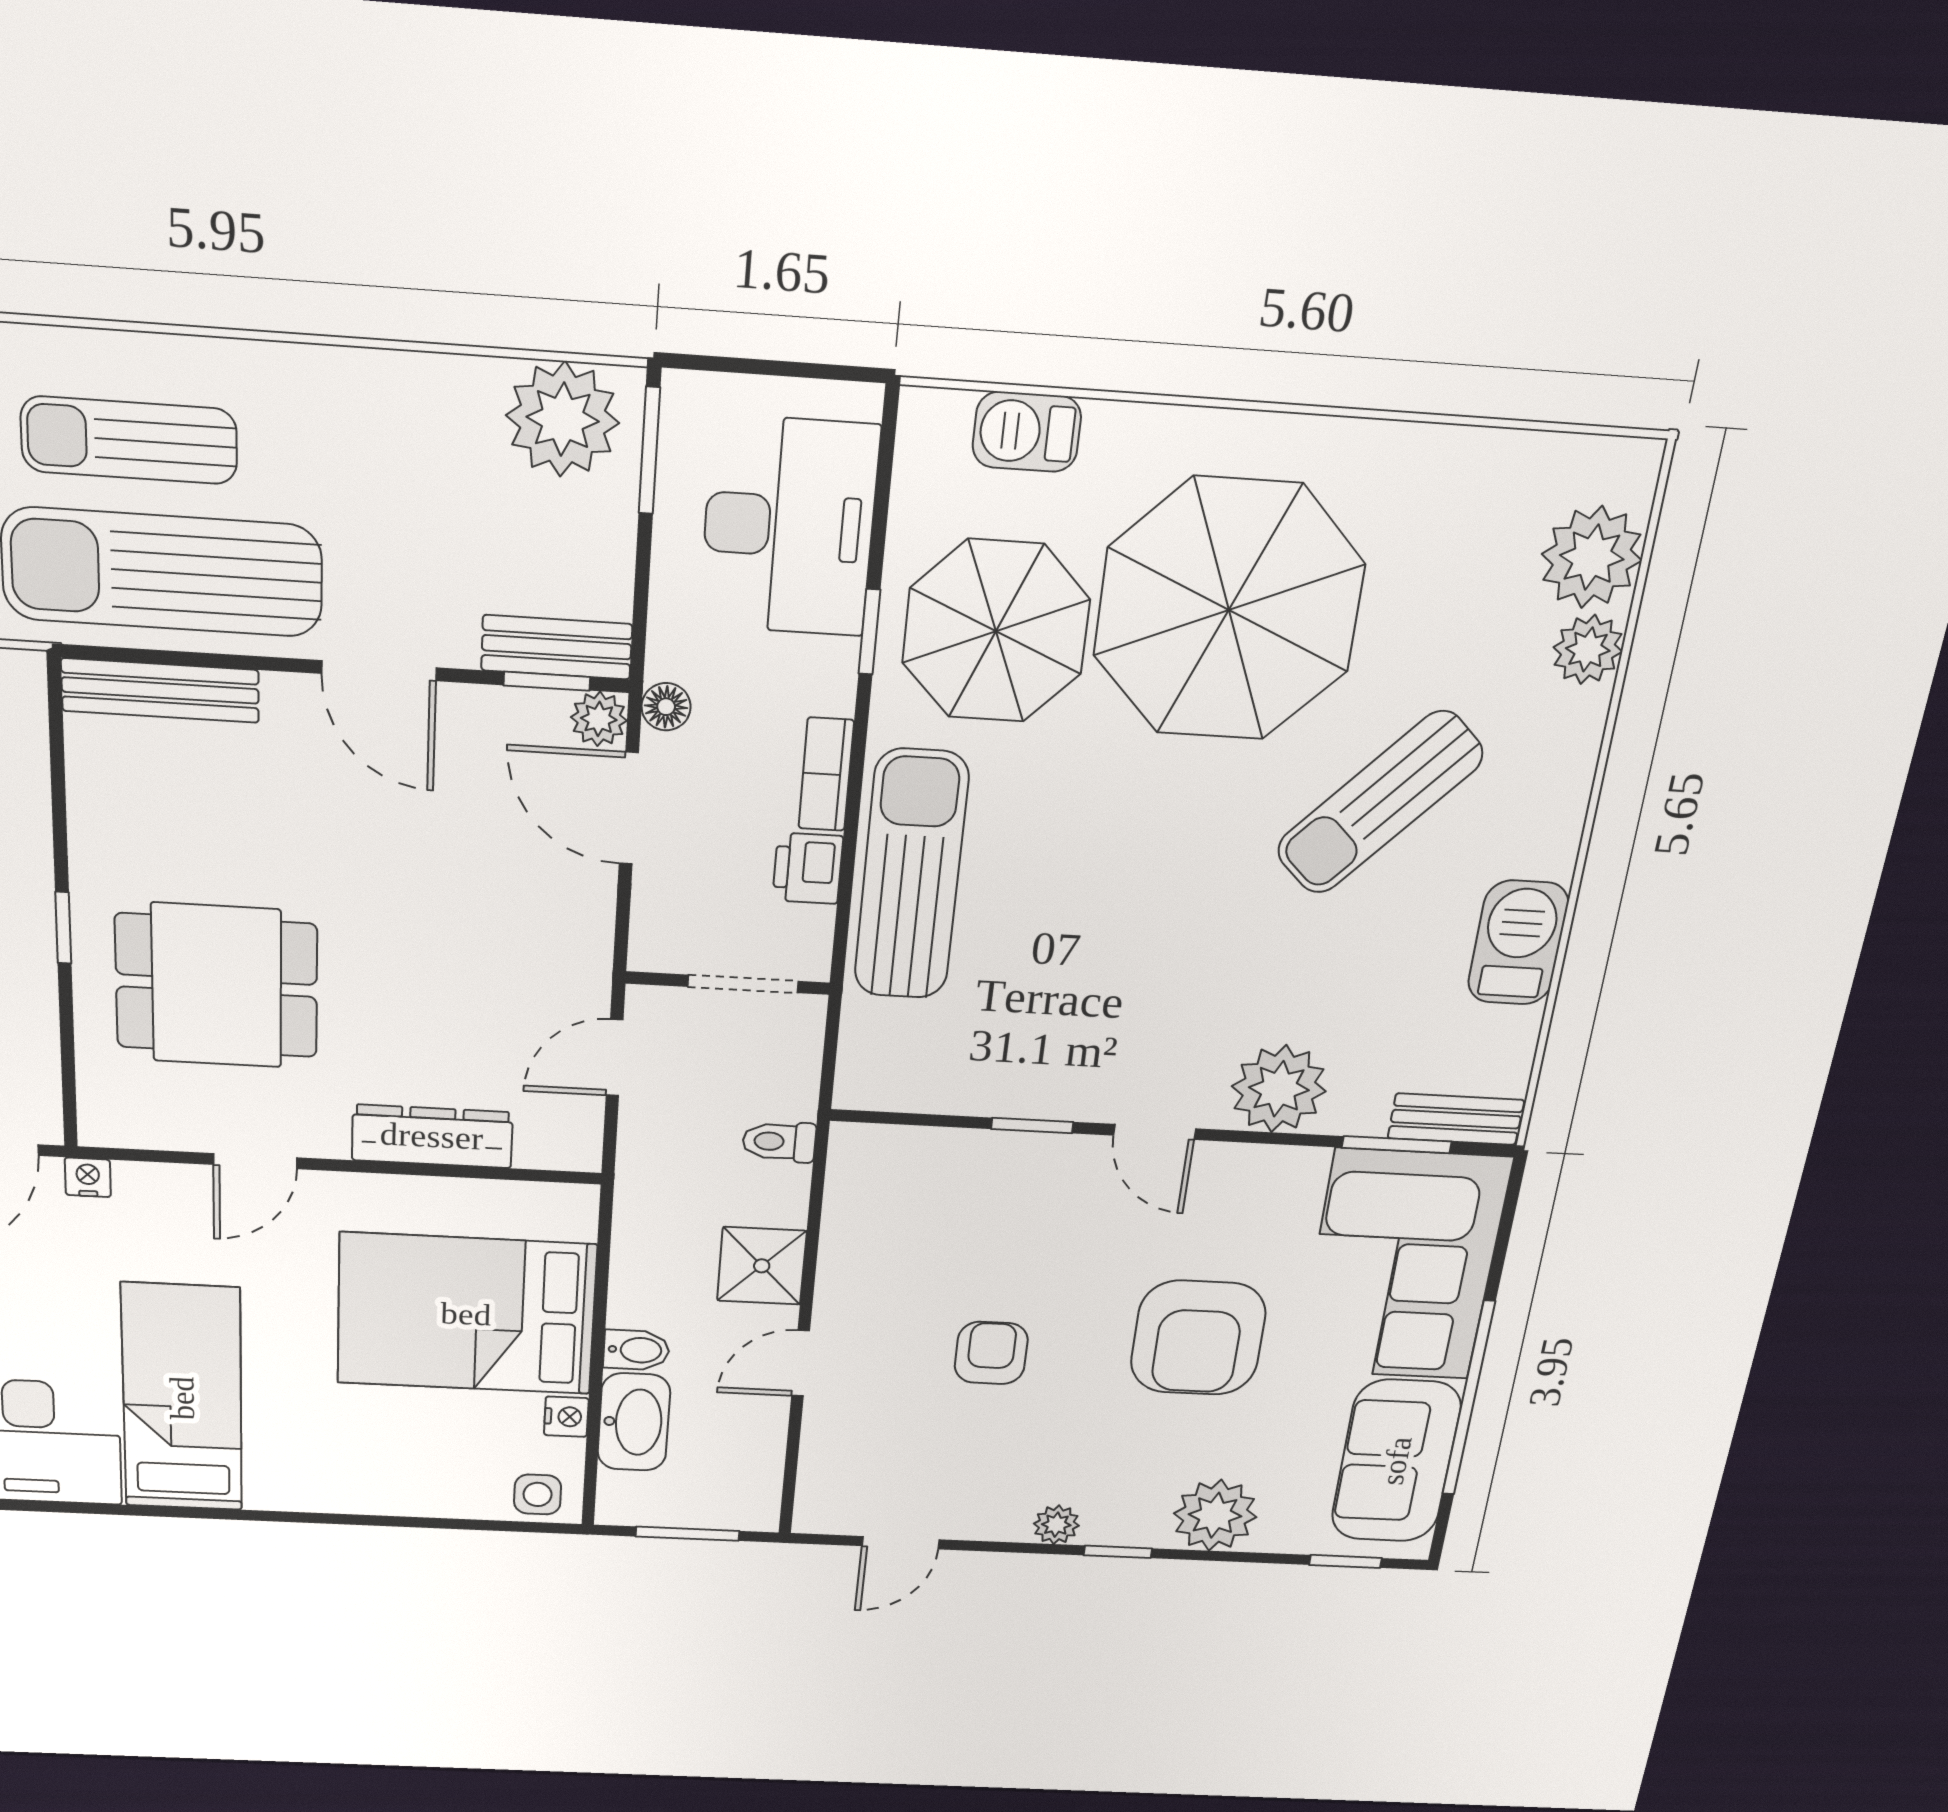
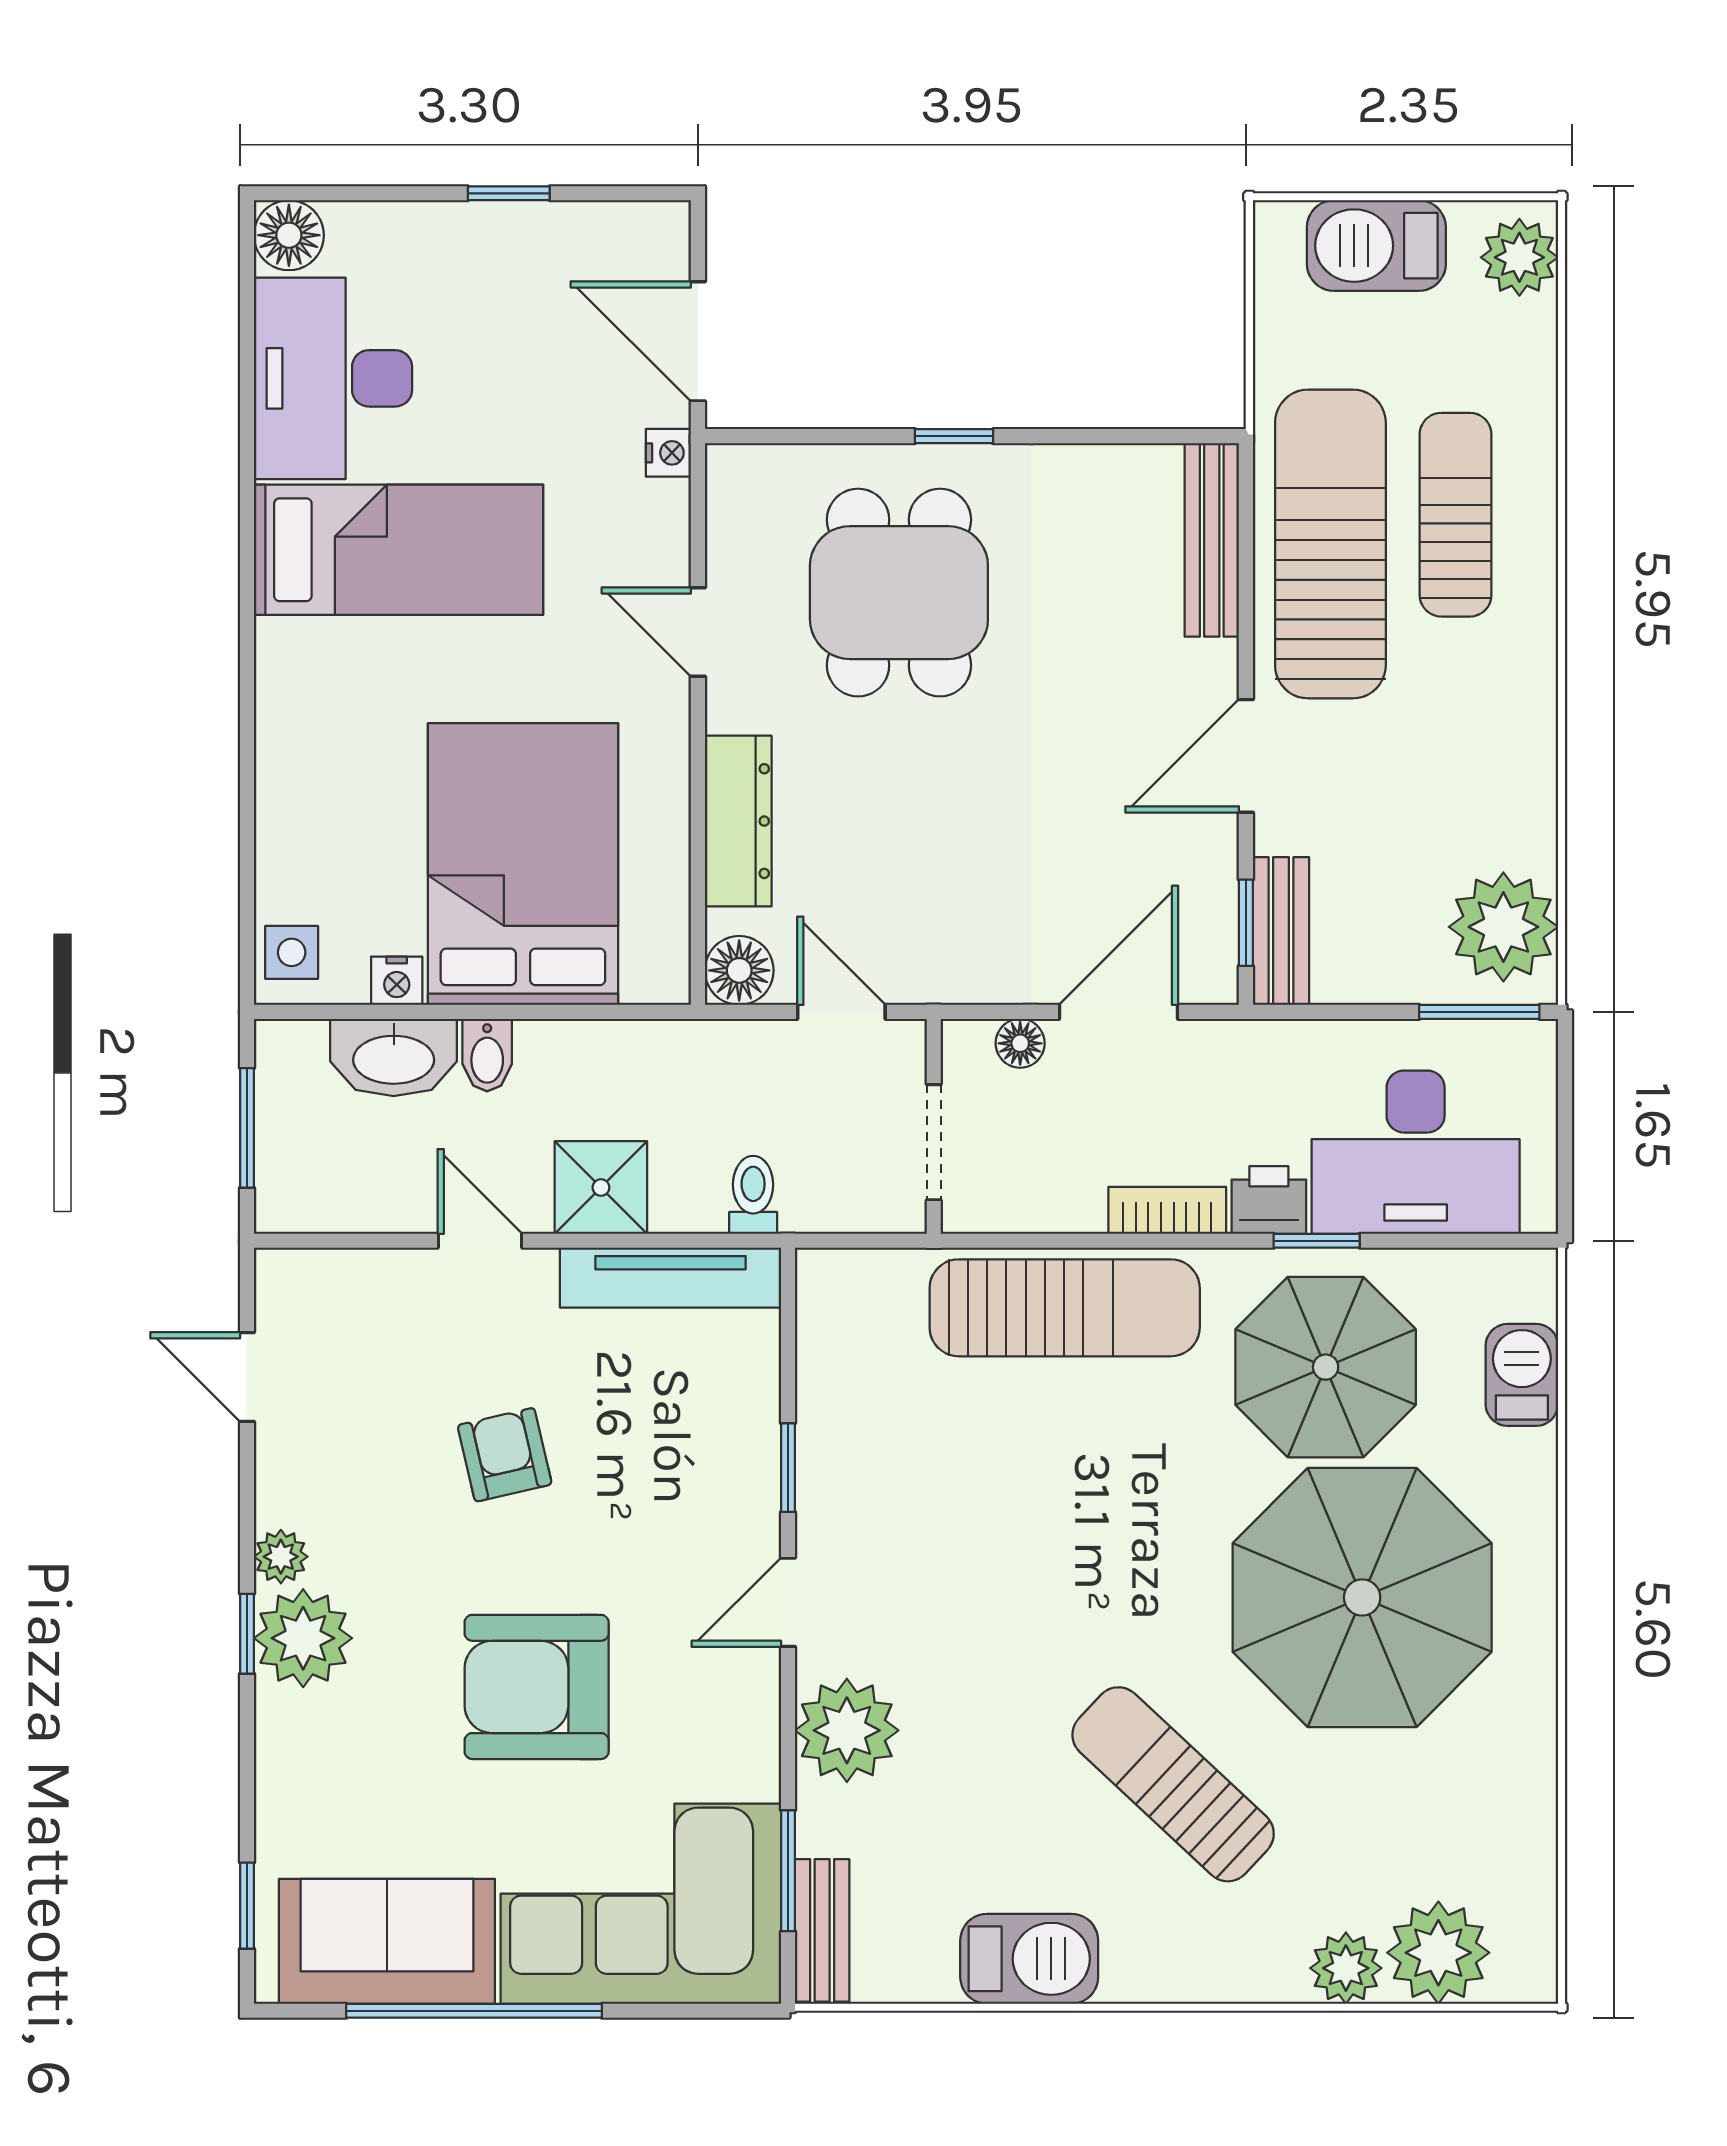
floor lamp: (666, 707) -> (1020, 1043), moved
plant: (599, 719) -> (1210, 976), removed
printer: (808, 868) -> (1269, 1200), moved
floor lamp: (571, 1143) -> (739, 970), added
tv unit: (848, 1214) -> (671, 1278), added
armchair: (991, 1353) -> (505, 1455), turned -103
plant: (1215, 1515) -> (303, 1638), moved

